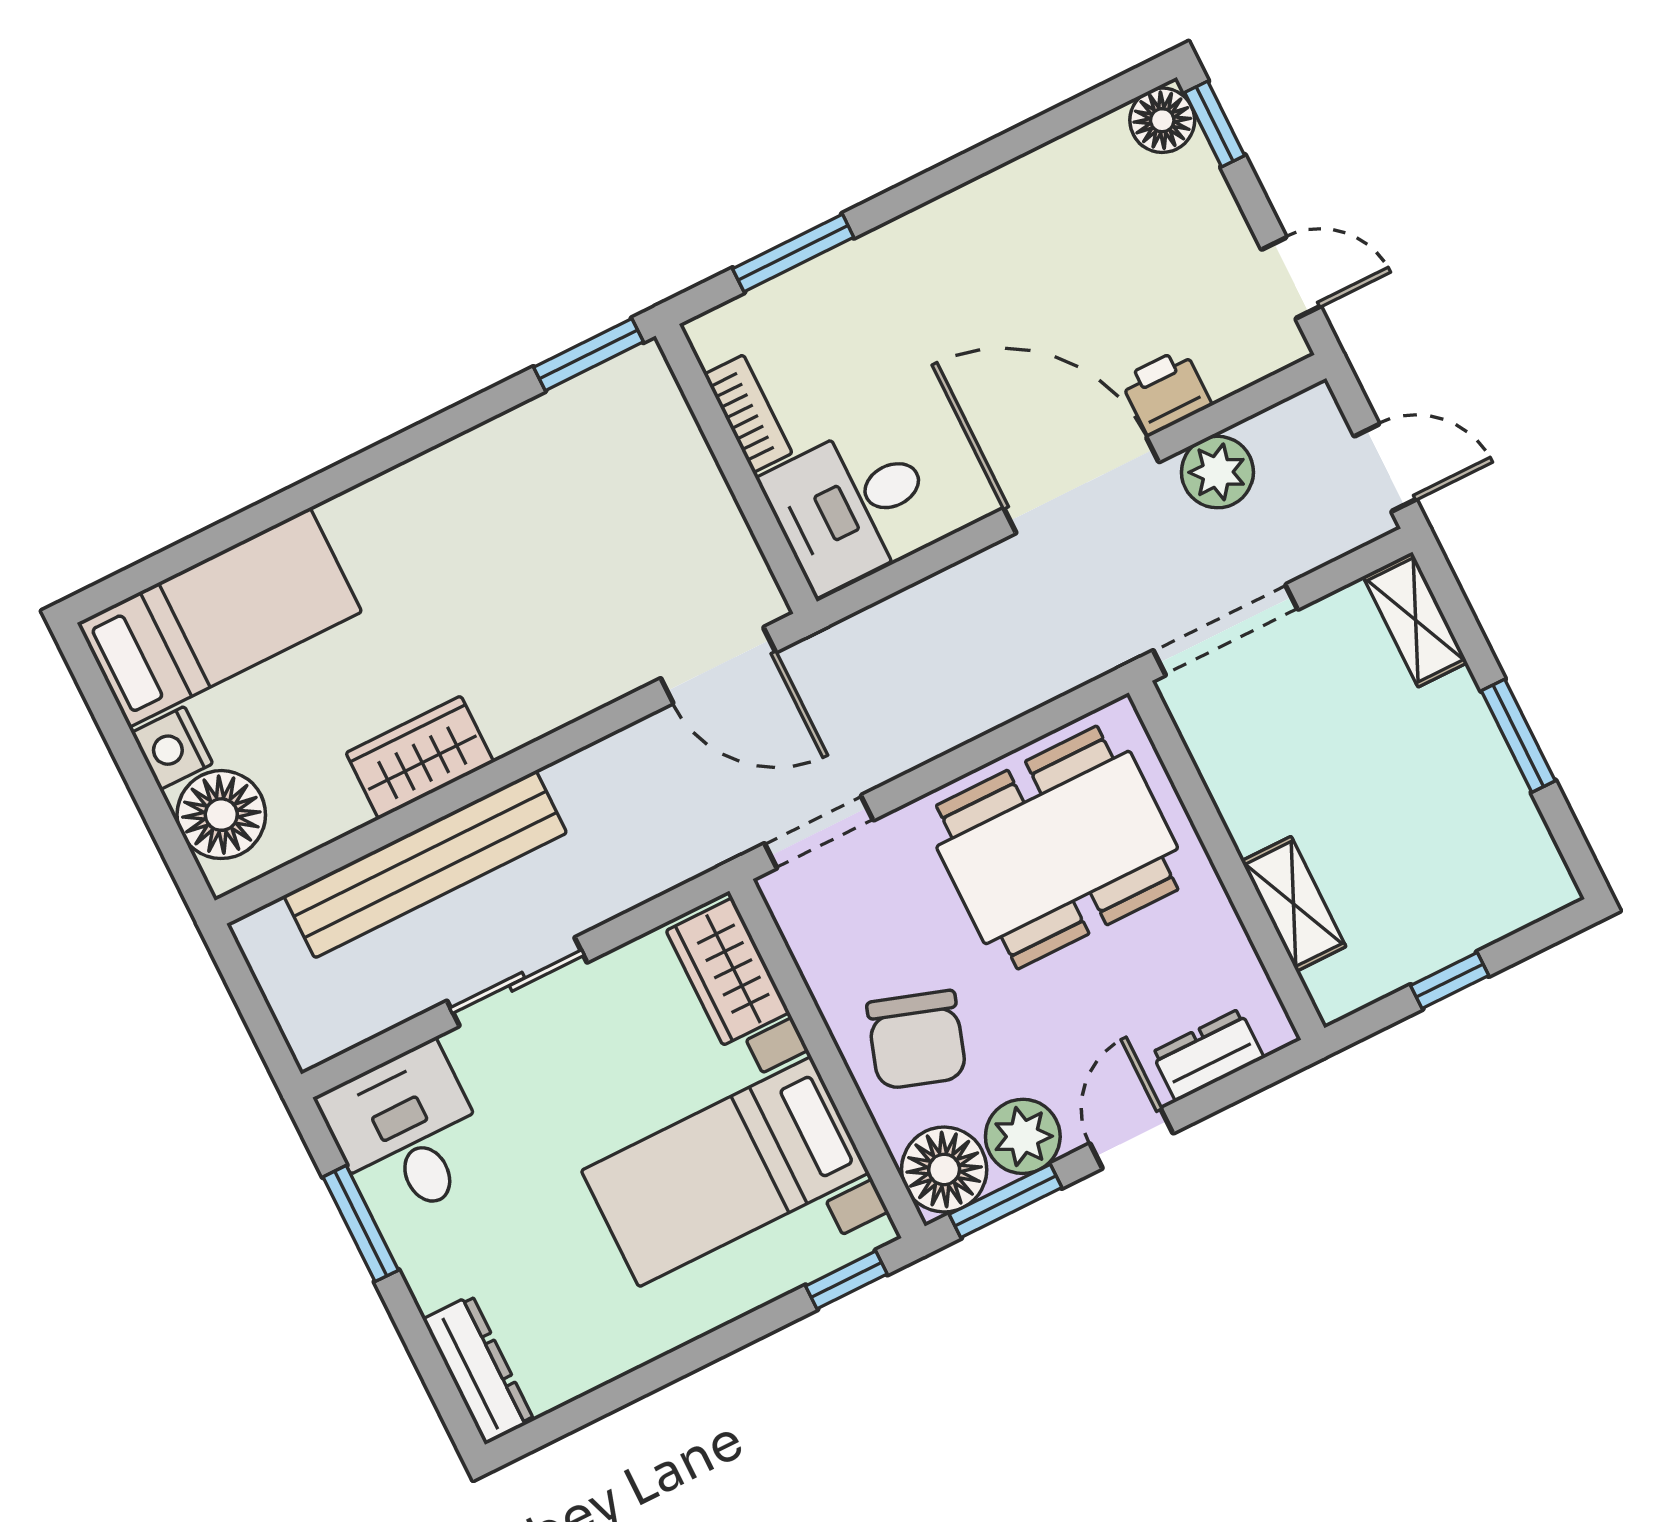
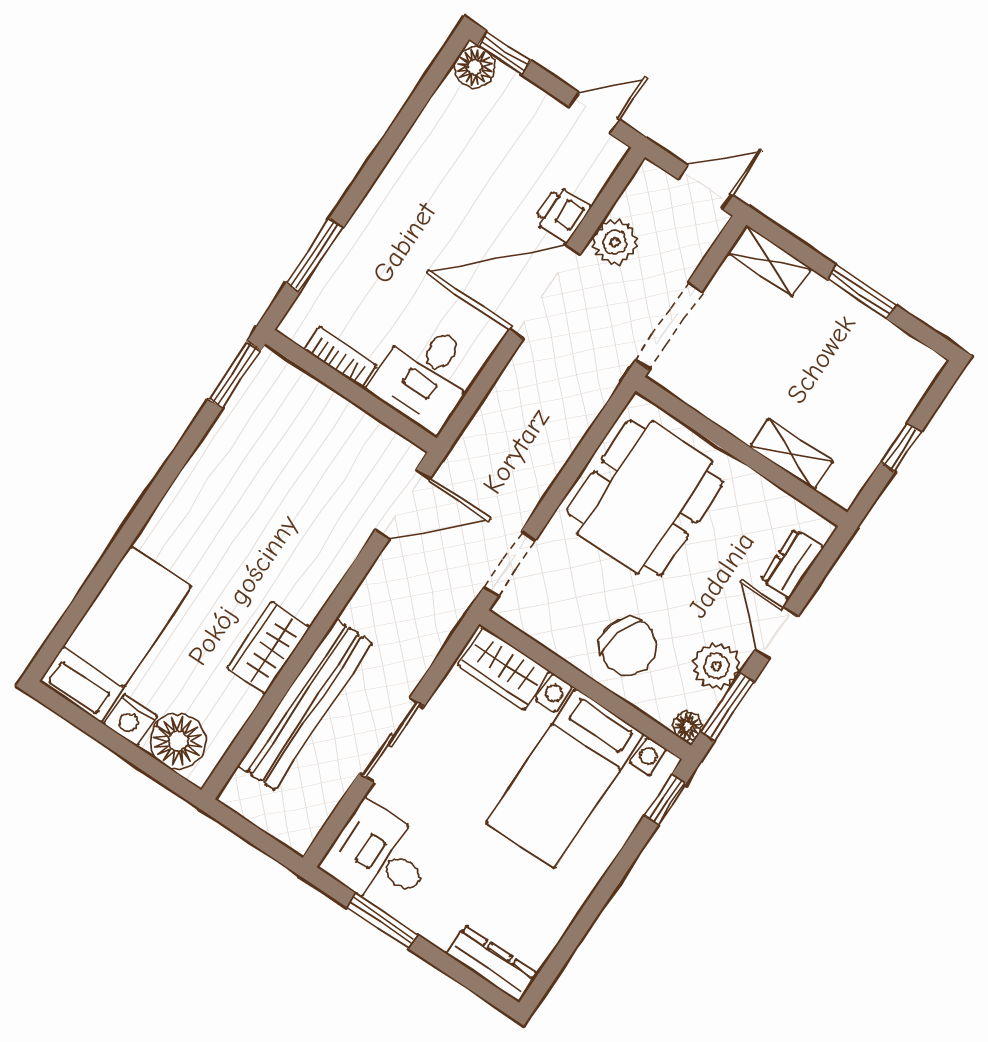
floor lamp: (944, 1169) -> (687, 726), width x0.53, depth x0.53

